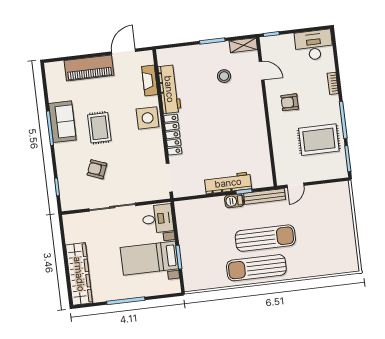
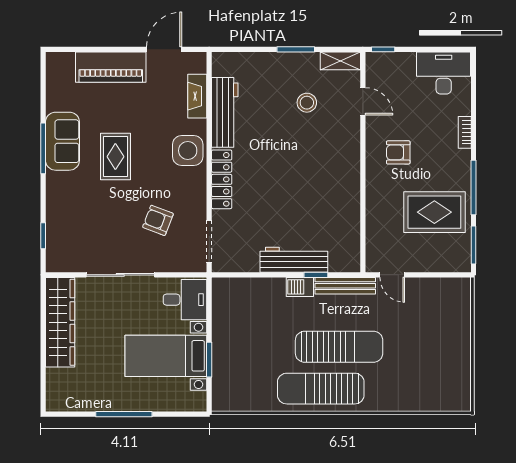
armchair: (97, 169) -> (158, 220), moved
door: (295, 185) -> (392, 275), hinge flipped
wardrobe: (79, 274) -> (60, 322), moved

